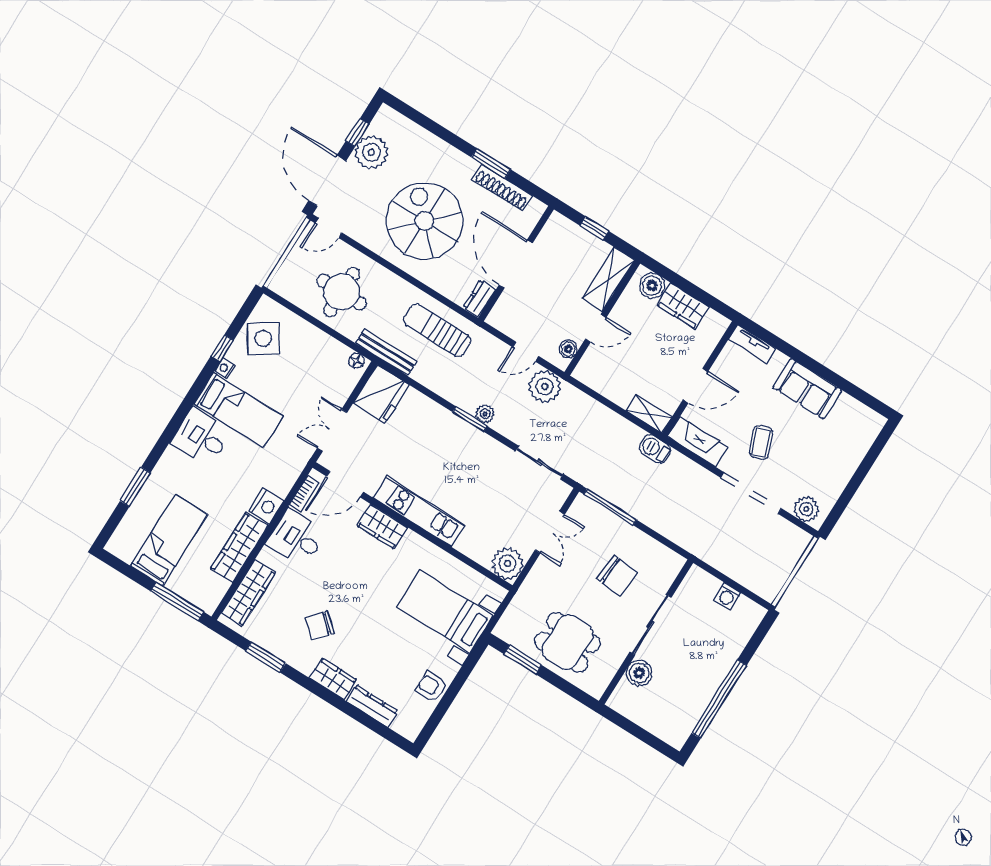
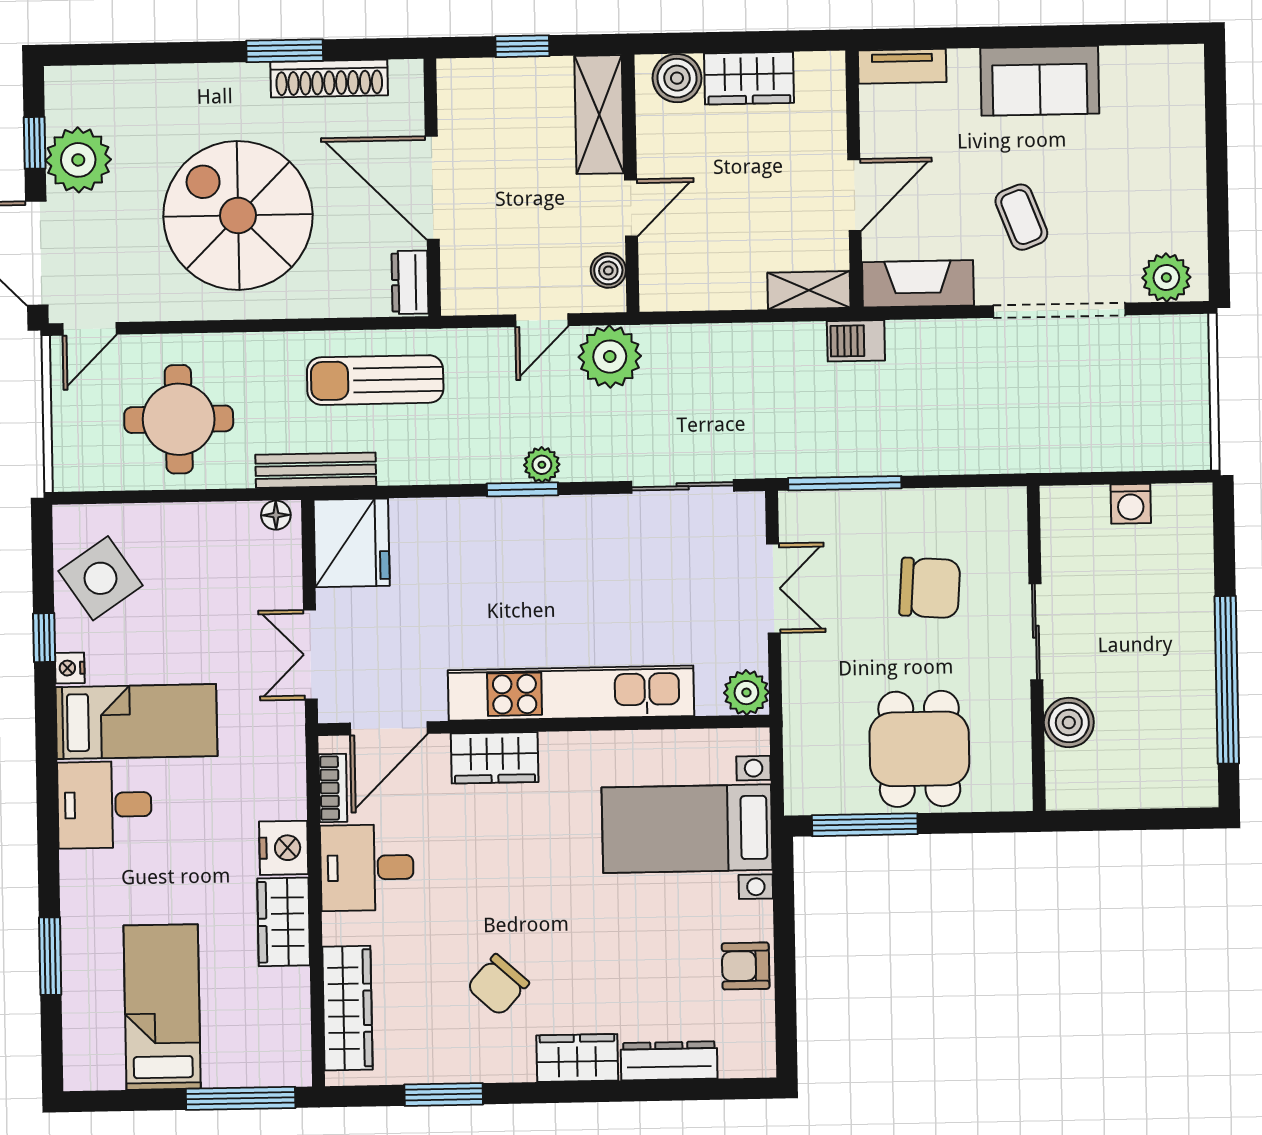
kitchen unit: (419, 511) -> (571, 693), width x1.36
wardrobe: (239, 547) -> (284, 922), width x0.67
plant: (508, 564) -> (746, 693), width x0.73, depth x0.73
sliding door: (651, 625) -> (1036, 632), width x0.73
dining table: (567, 642) -> (919, 749), turned 90
window: (523, 660) -> (865, 825), width x1.44

